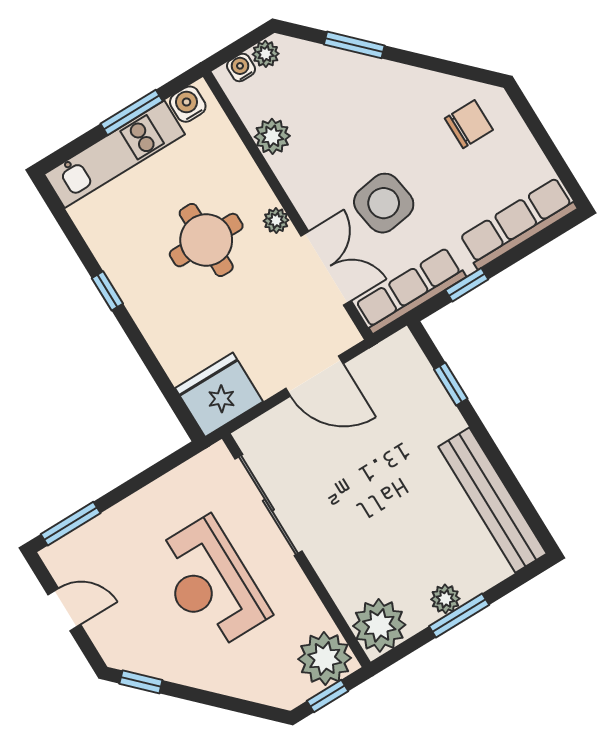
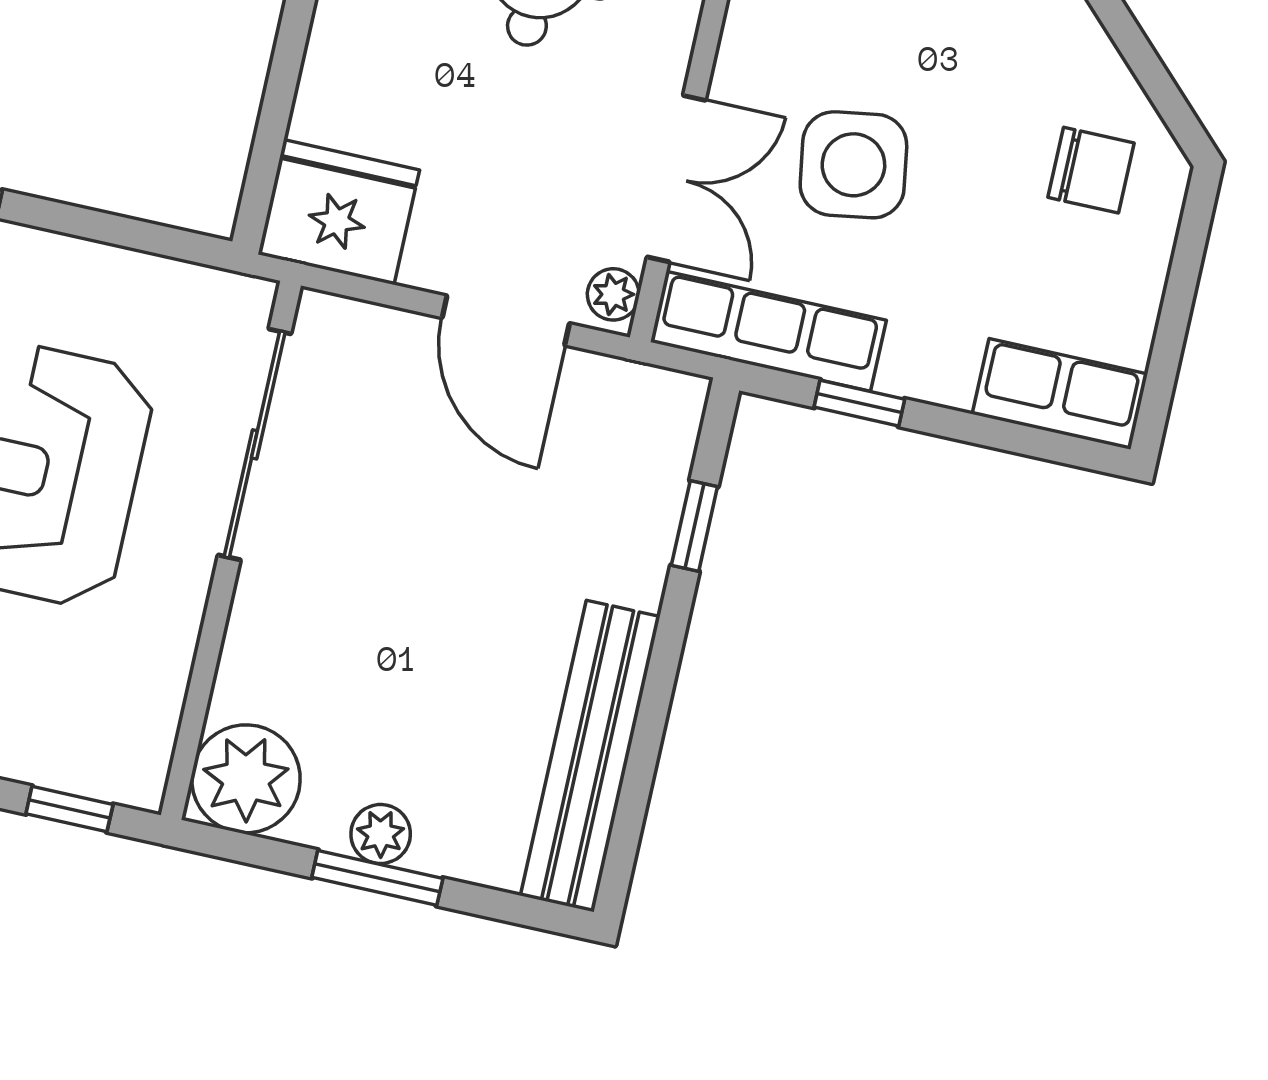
plant: (276, 220) -> (613, 294), moved
row of seats: (518, 223) -> (1060, 394), width x0.68
plant: (325, 659) -> (119, 750), removed

